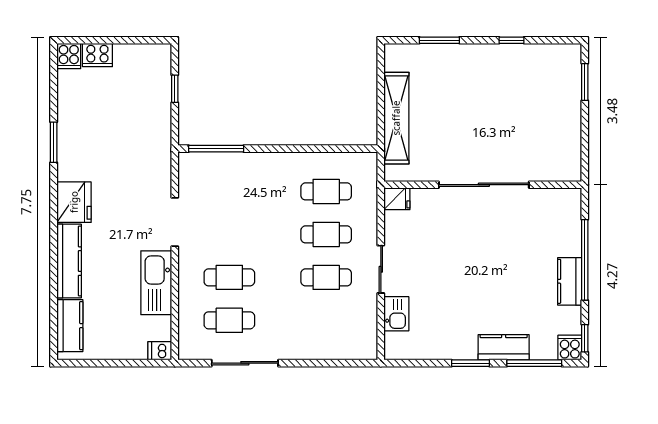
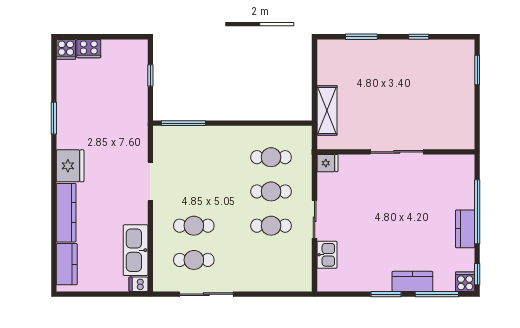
shelving: (396, 118) -> (327, 110), width x0.68
sliding door: (484, 185) -> (397, 152), width x0.73
kitchen sink: (156, 283) -> (136, 250), moved

